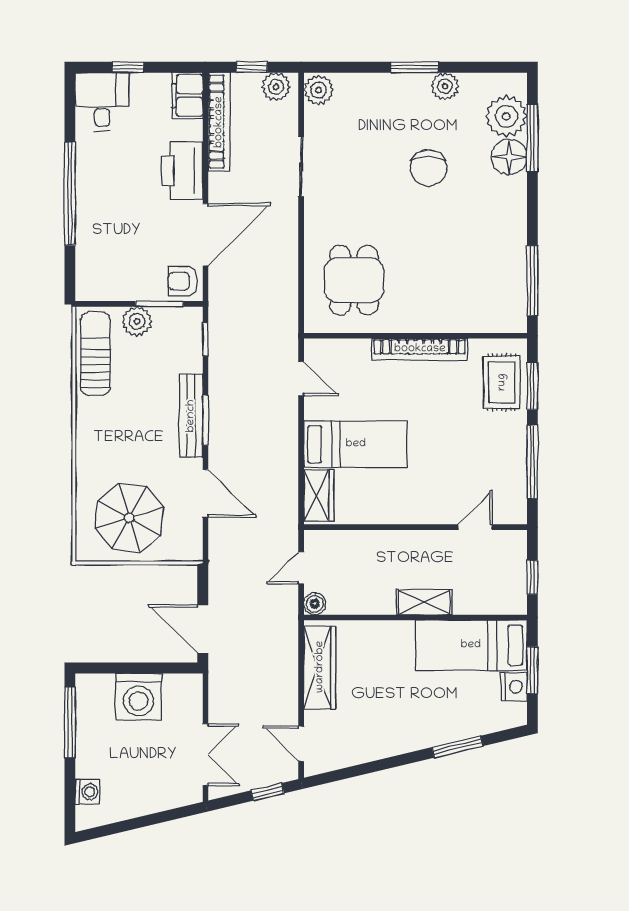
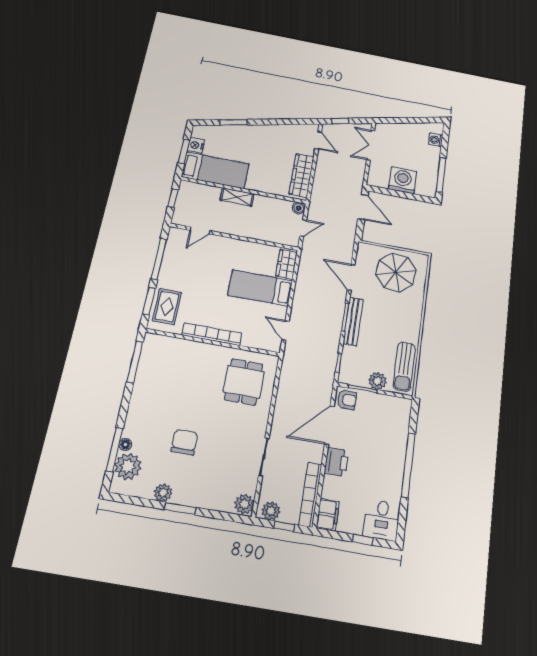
floor lamp: (509, 157) -> (125, 444), width x0.53, depth x0.53
printer: (182, 171) -> (336, 462), width x0.73, depth x0.84

